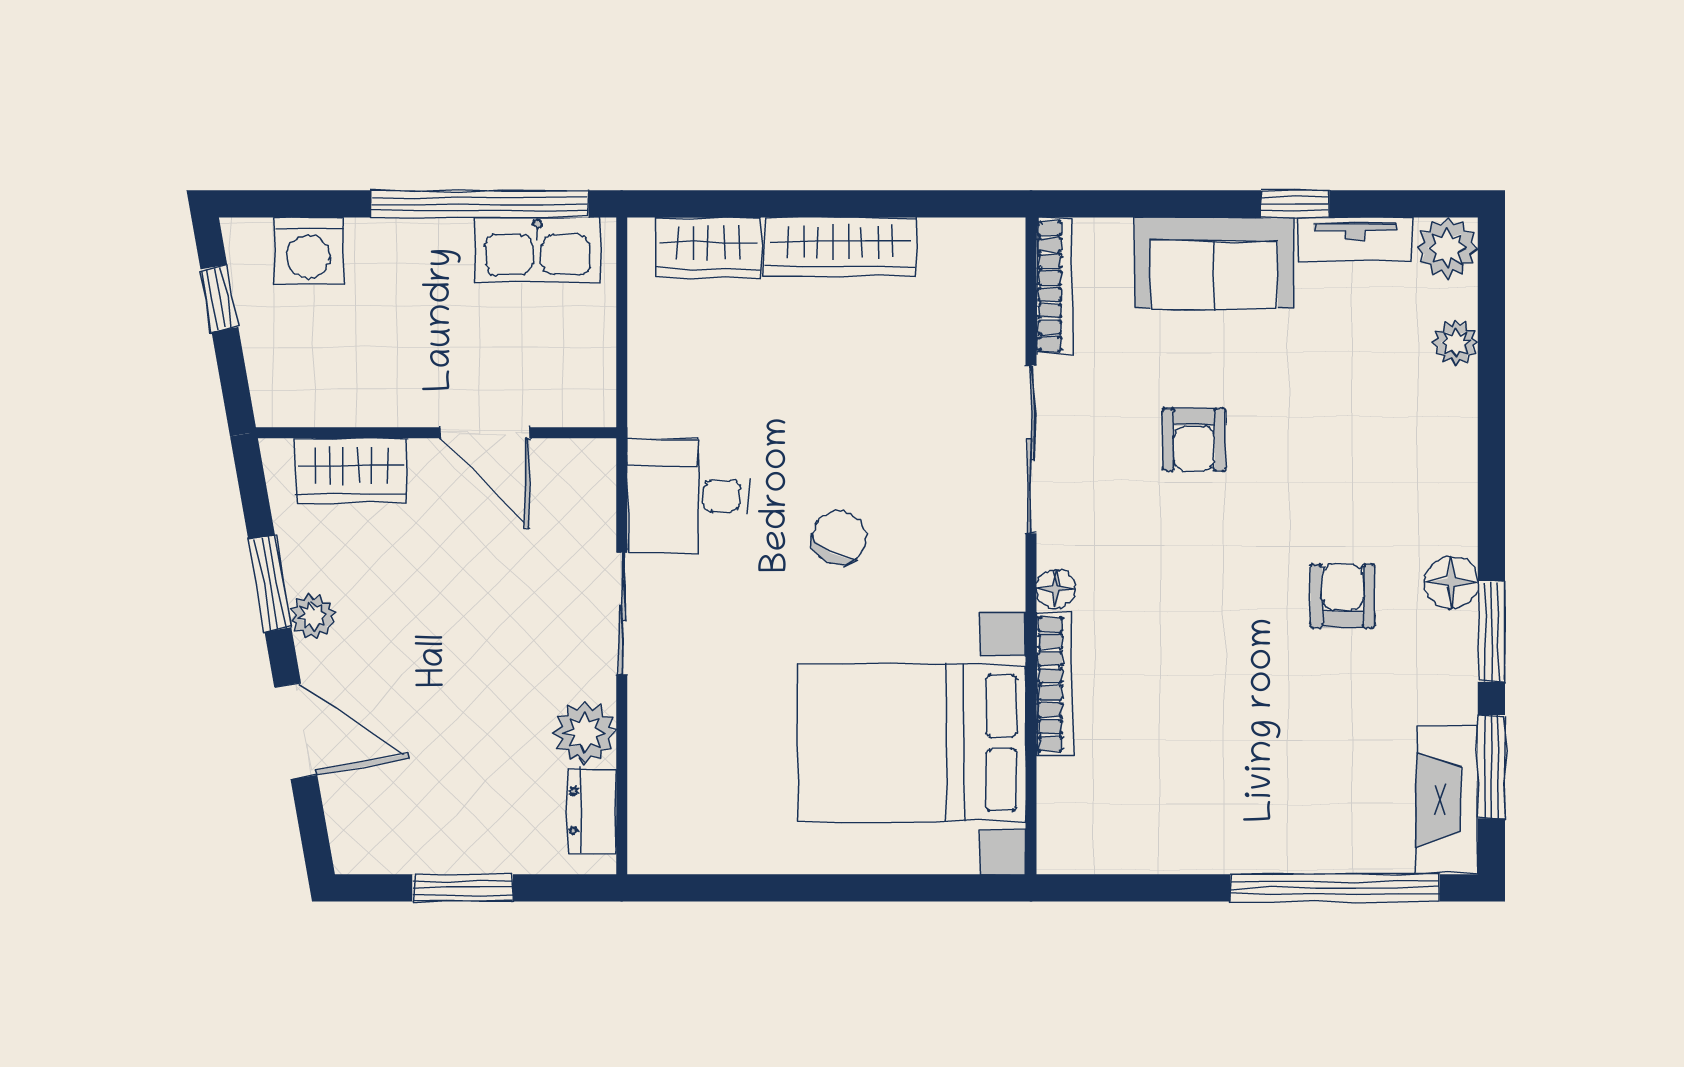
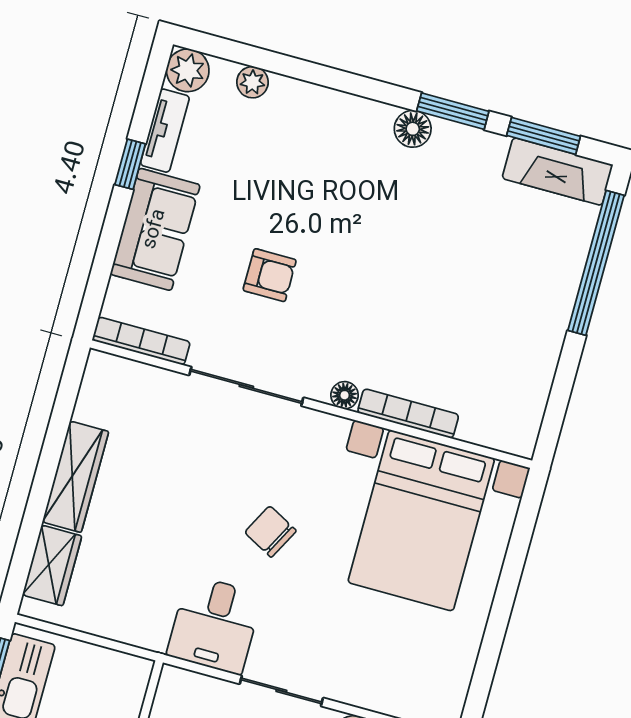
armchair: (1343, 596) -> (402, 204), removed

